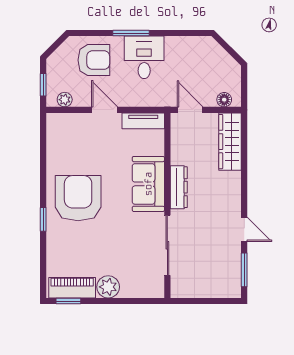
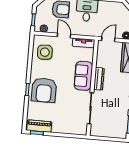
door: (190, 110) -> (108, 39), hinge flipped
side table: (71, 145) -> (45, 52), added
armchair: (78, 198) -> (44, 90), moved, turned 180
plant: (108, 287) -> (58, 127), removed

